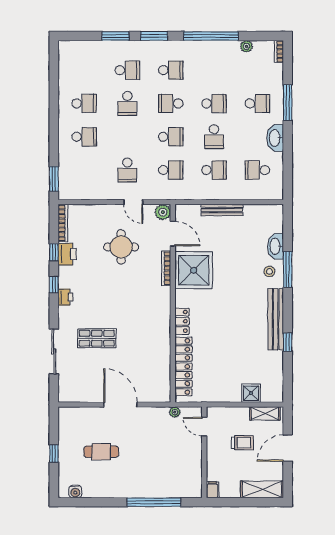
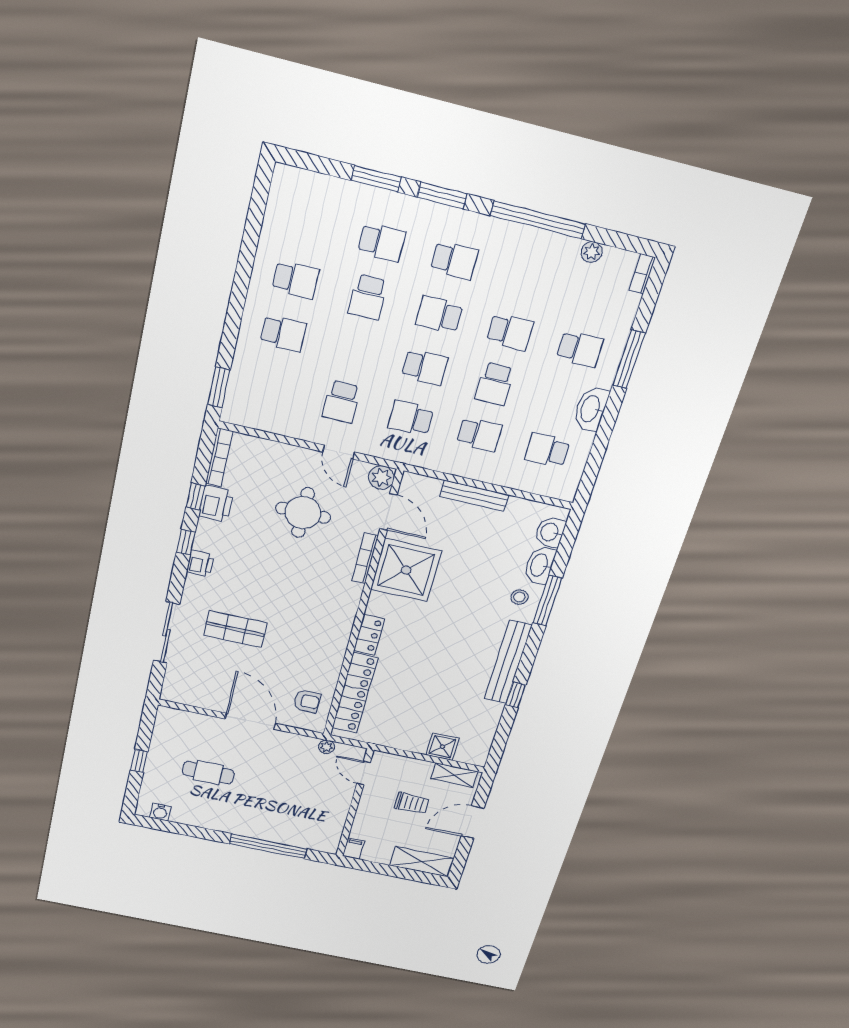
school desk: (171, 170) -> (411, 418), turned 180
washbasin: (275, 223) -> (550, 532), added
armchair: (154, 380) -> (307, 701), added

